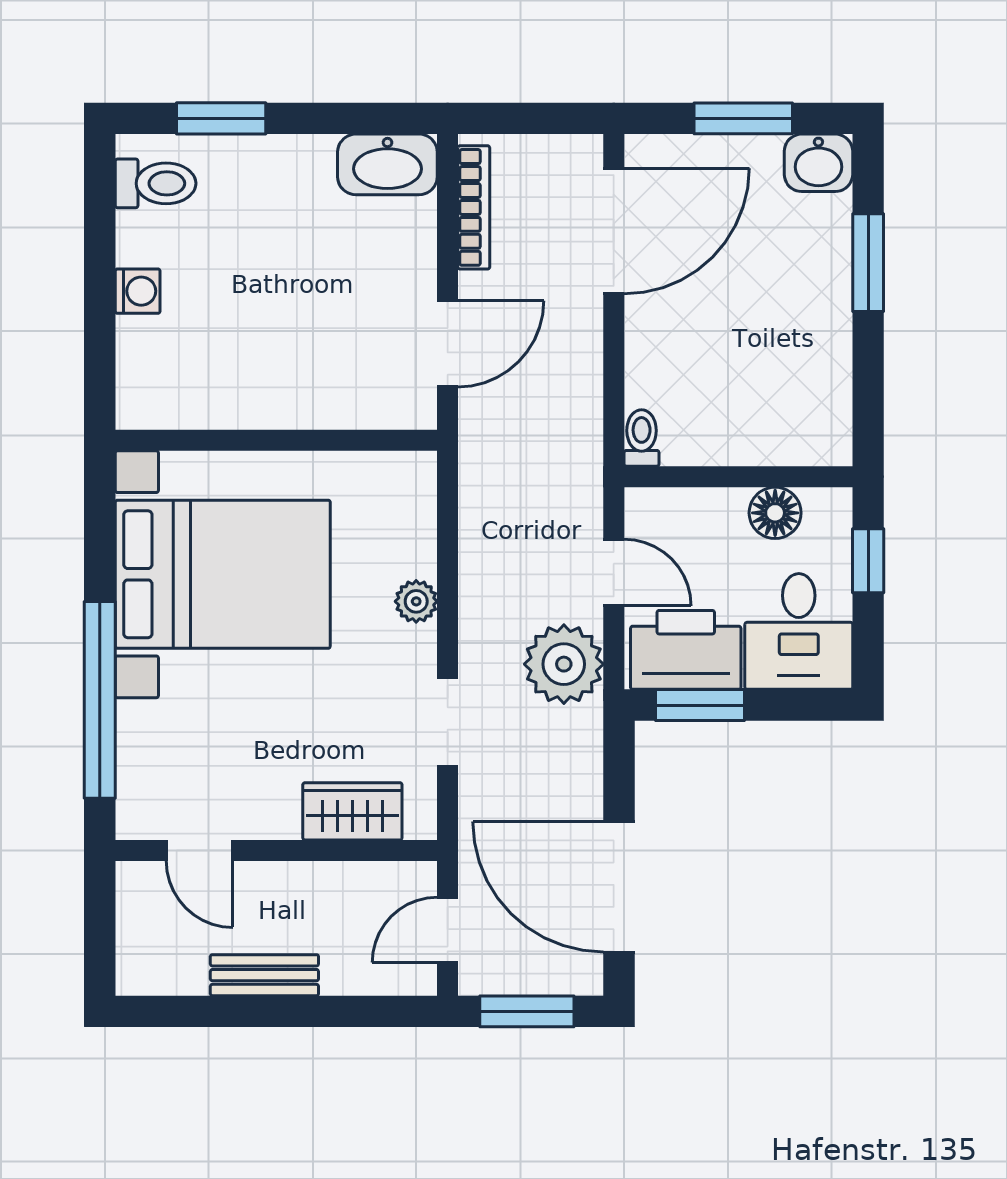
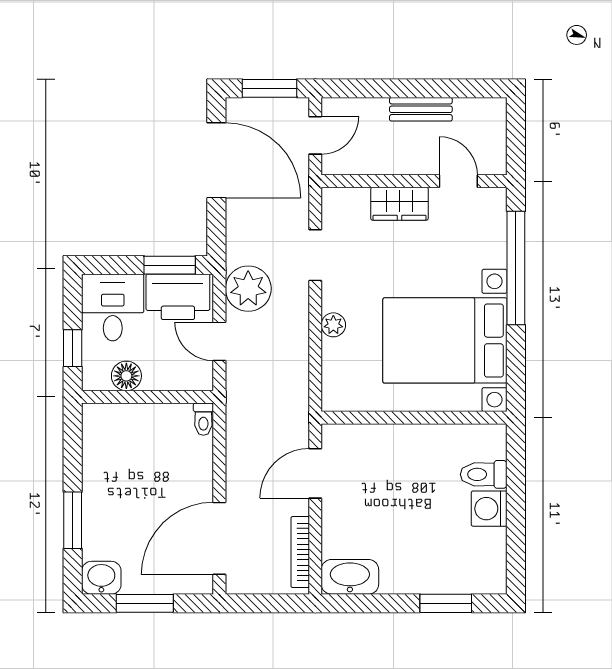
toilet: (156, 183) -> (484, 474), moved
washing machine: (138, 291) -> (489, 509), width x1.38, depth x1.38
wardrobe: (352, 811) -> (399, 204), moved

